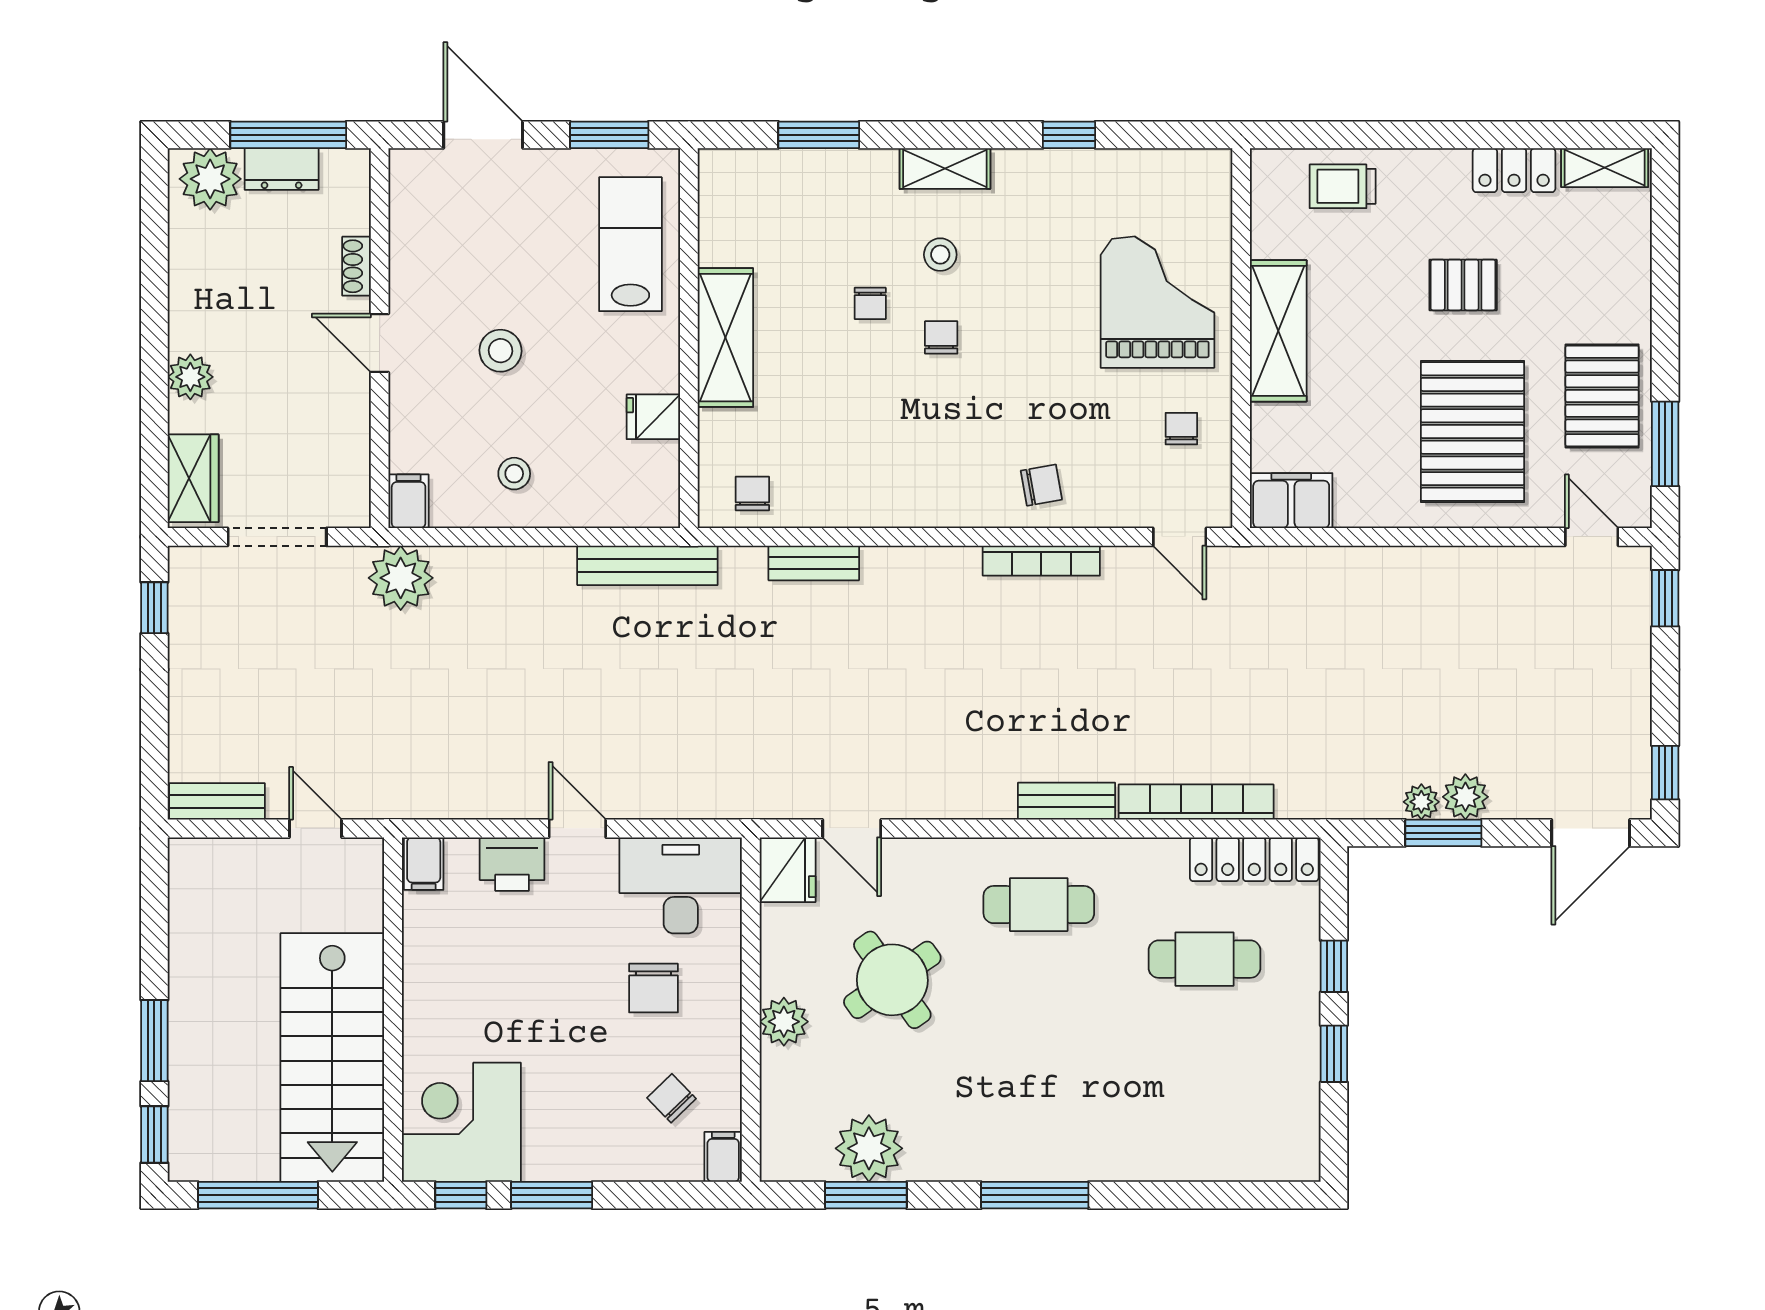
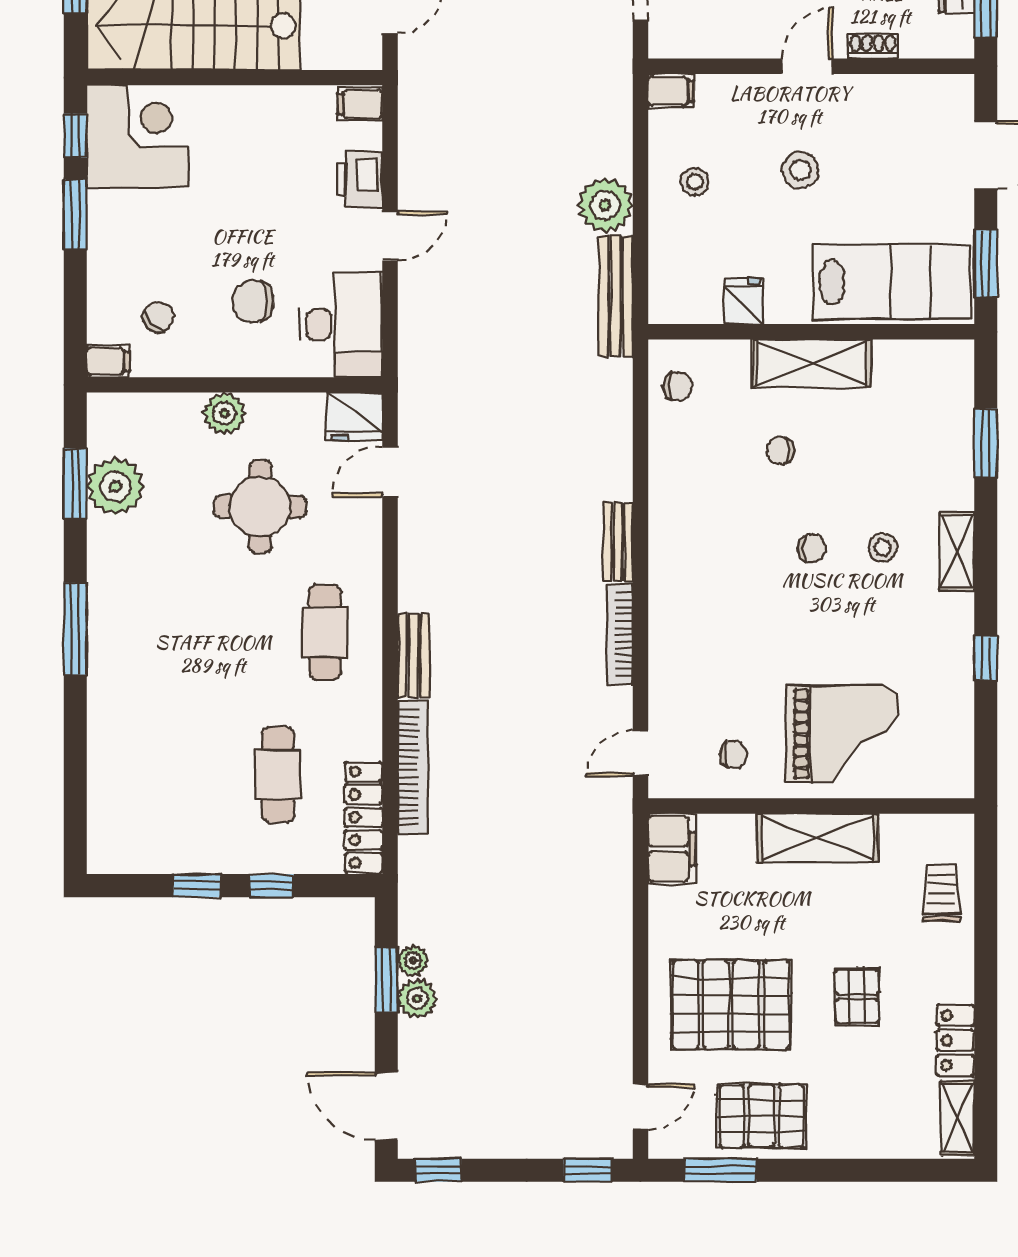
lab bench: (630, 244) -> (892, 282), width x1.36, depth x1.39
chair: (870, 303) -> (780, 450), moved
chair: (1041, 485) -> (685, 634), removed
bench: (814, 563) -> (618, 542), moved
plant: (401, 578) -> (605, 205), moved
round table: (892, 980) -> (260, 506), turned 35

